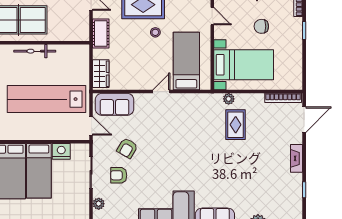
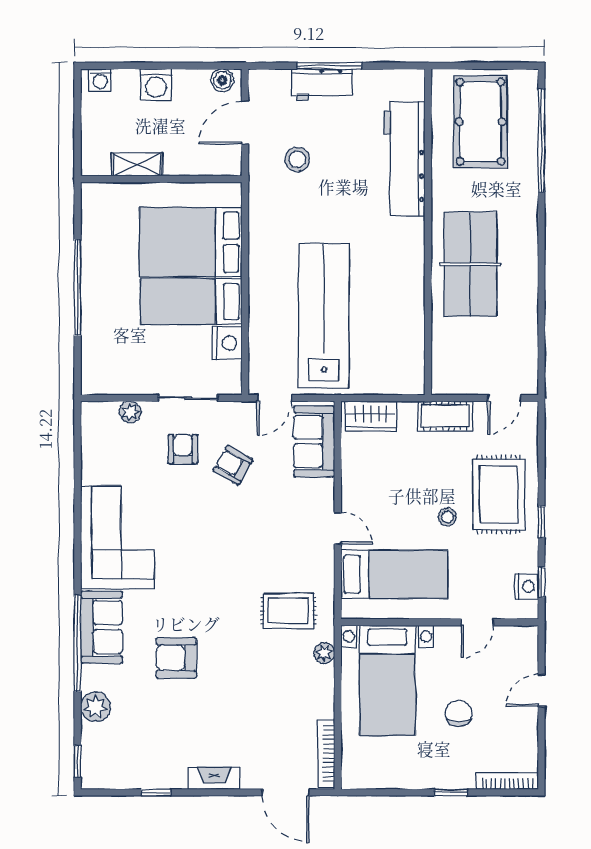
bicycle: (35, 51) -> (413, 294), removed
rug: (236, 125) -> (288, 611), moved
armchair: (231, 179) -> (176, 658), added

